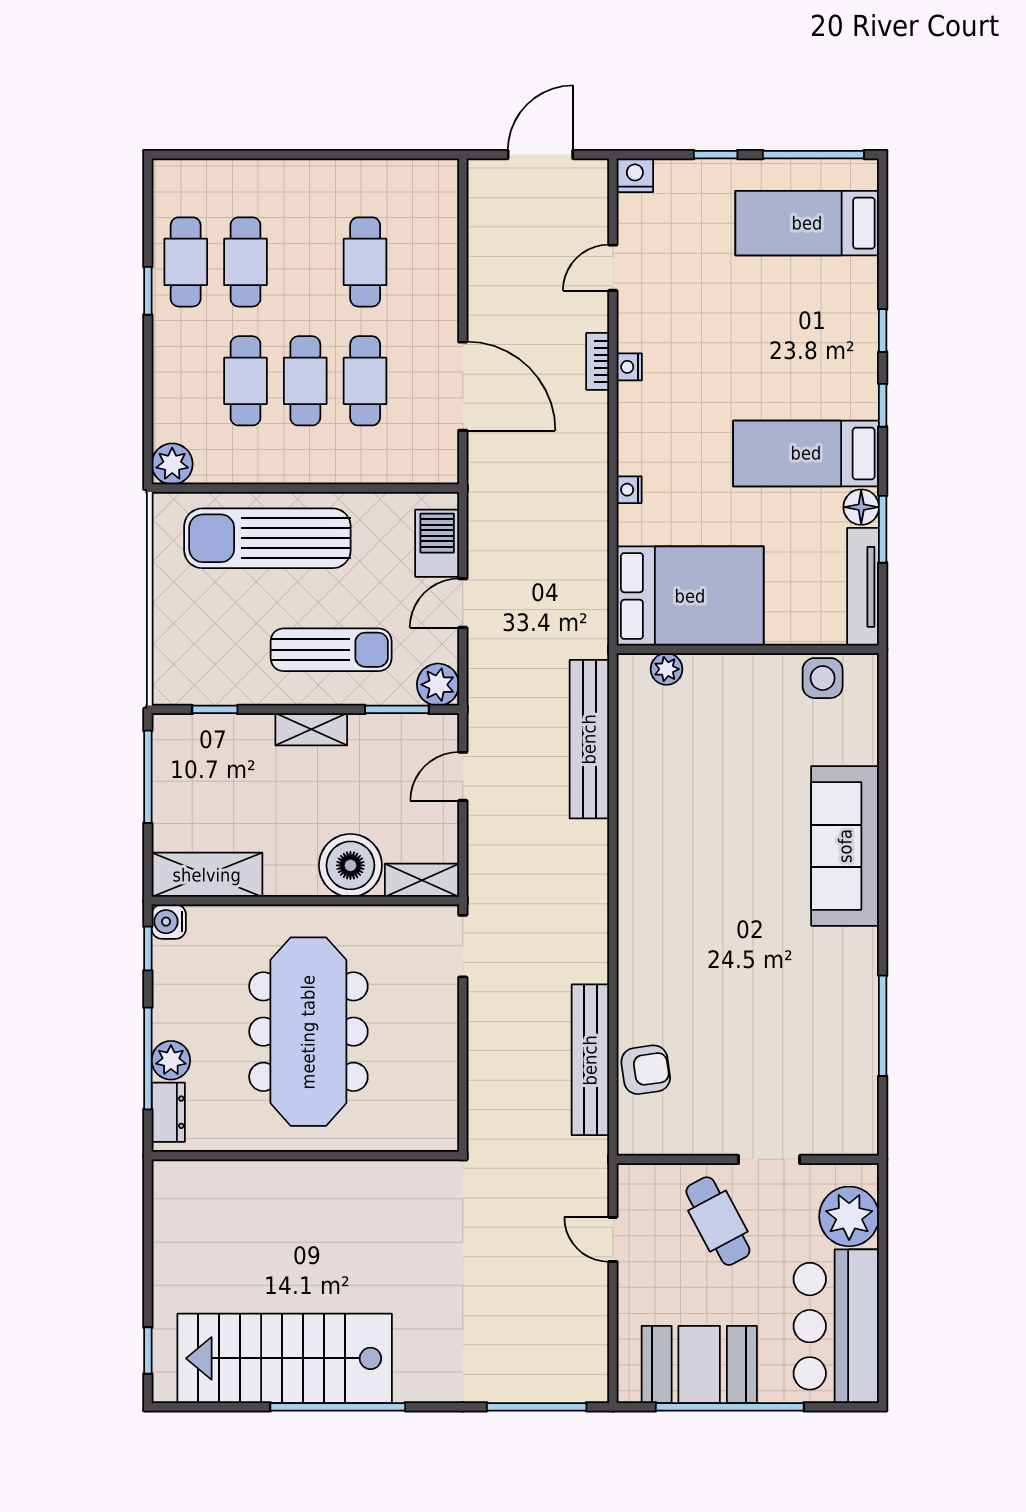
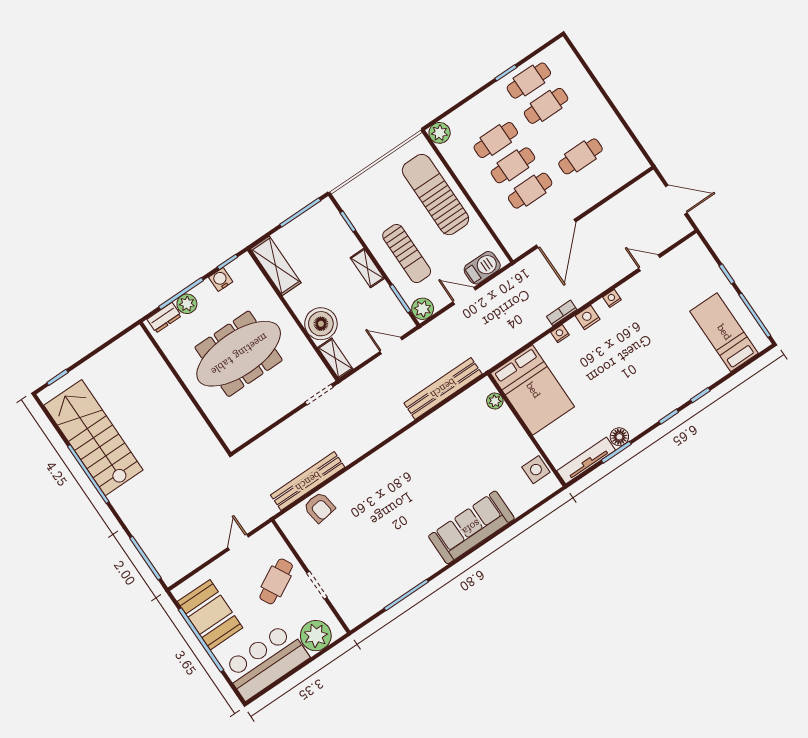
nightstand: (635, 175) -> (588, 317), moved, turned -90
bookcase: (598, 361) -> (562, 313), moved
bed: (806, 453) -> (626, 398), removed
water cooler: (169, 922) -> (221, 279), moved

